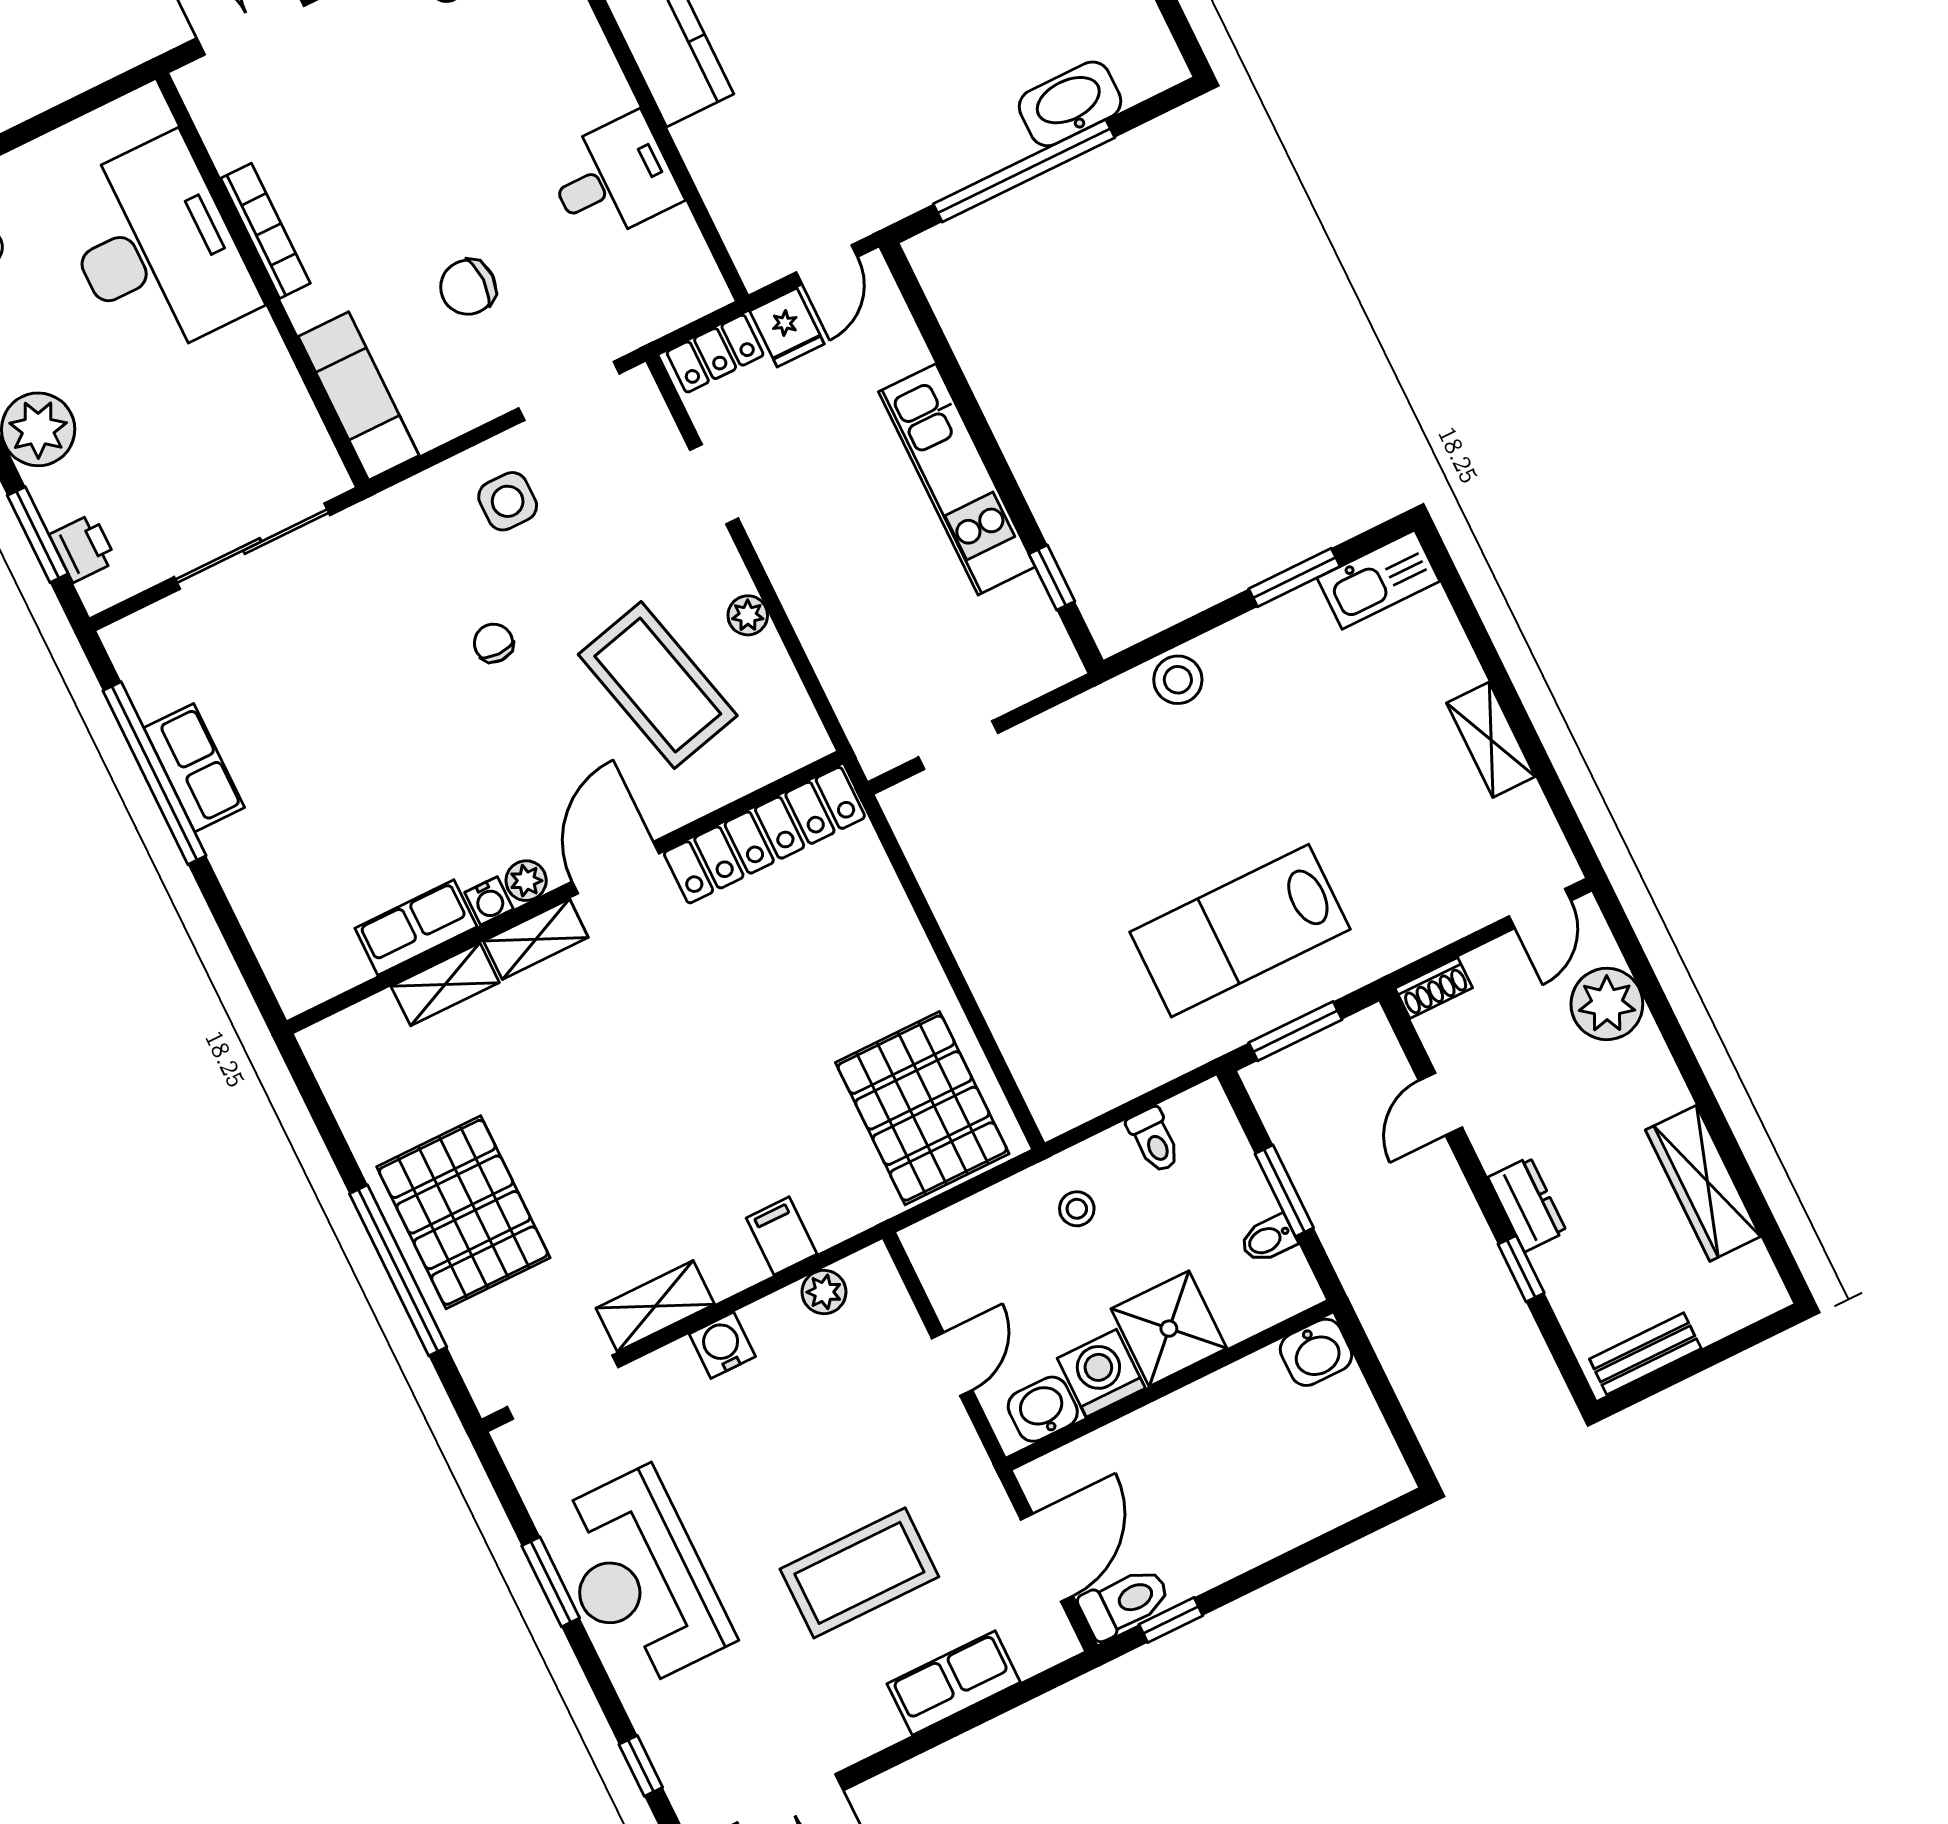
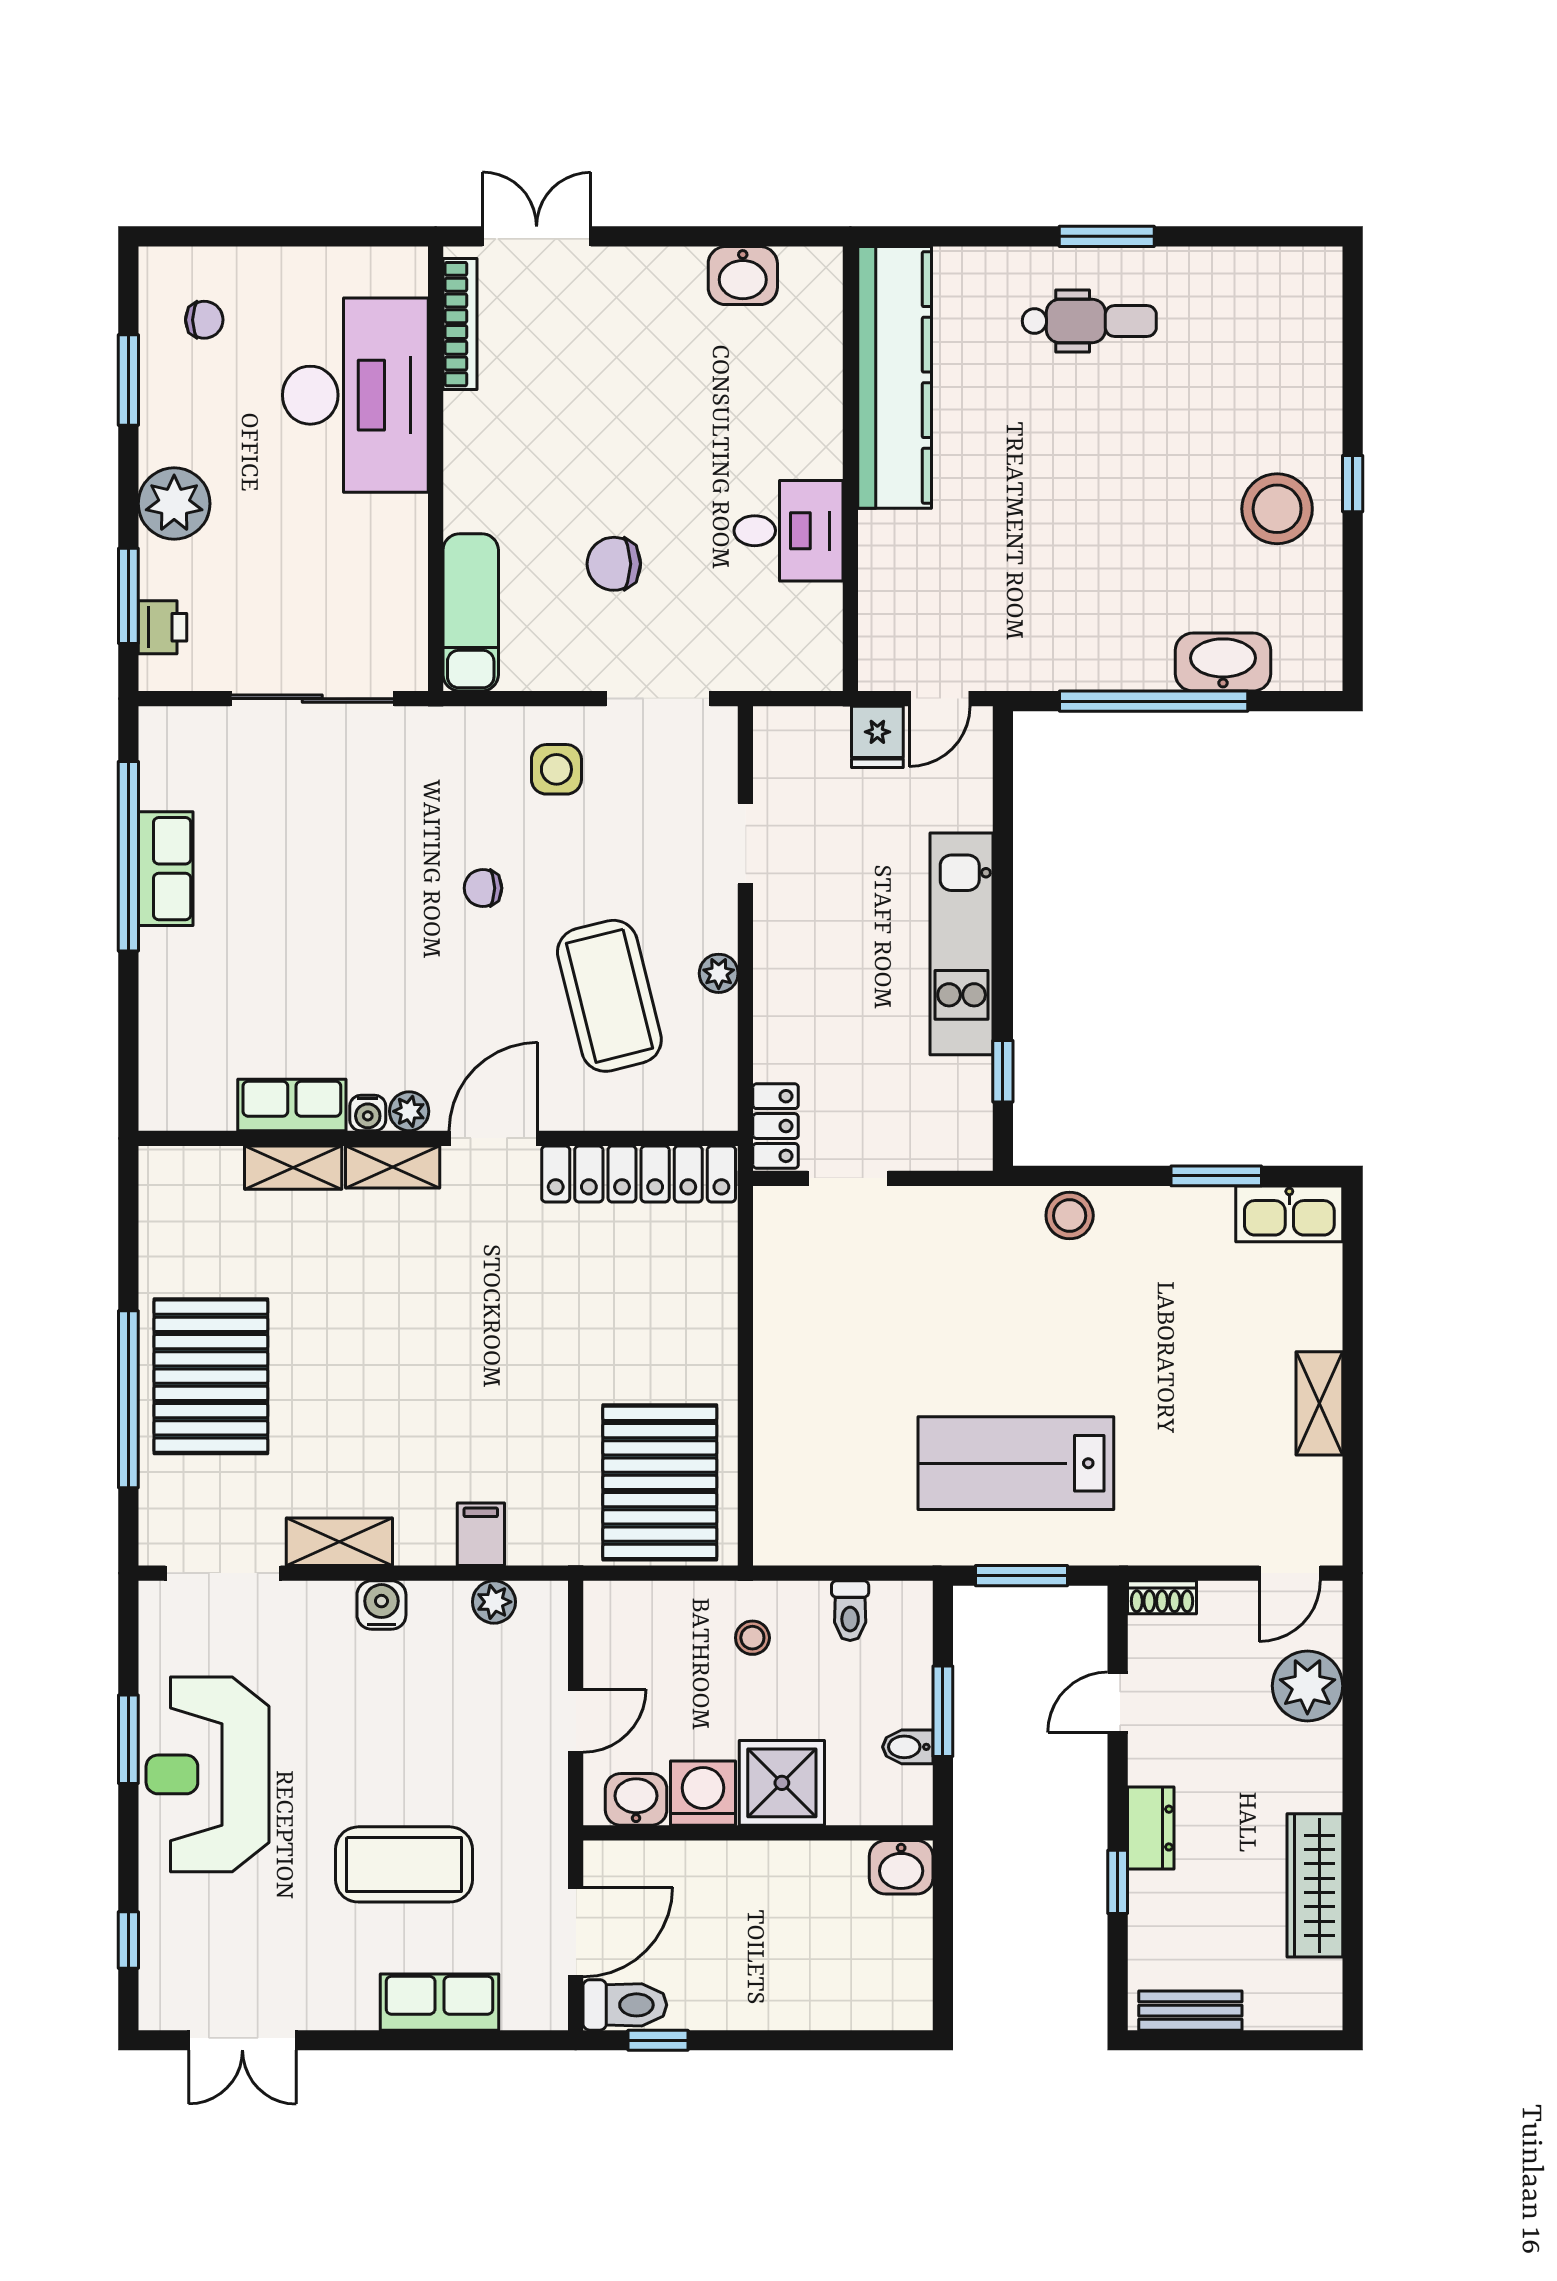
bookcase: (266, 231) -> (460, 324), moved
locker: (715, 354) -> (776, 1126), moved, turned -90
chair: (494, 643) -> (483, 888), turned -90

